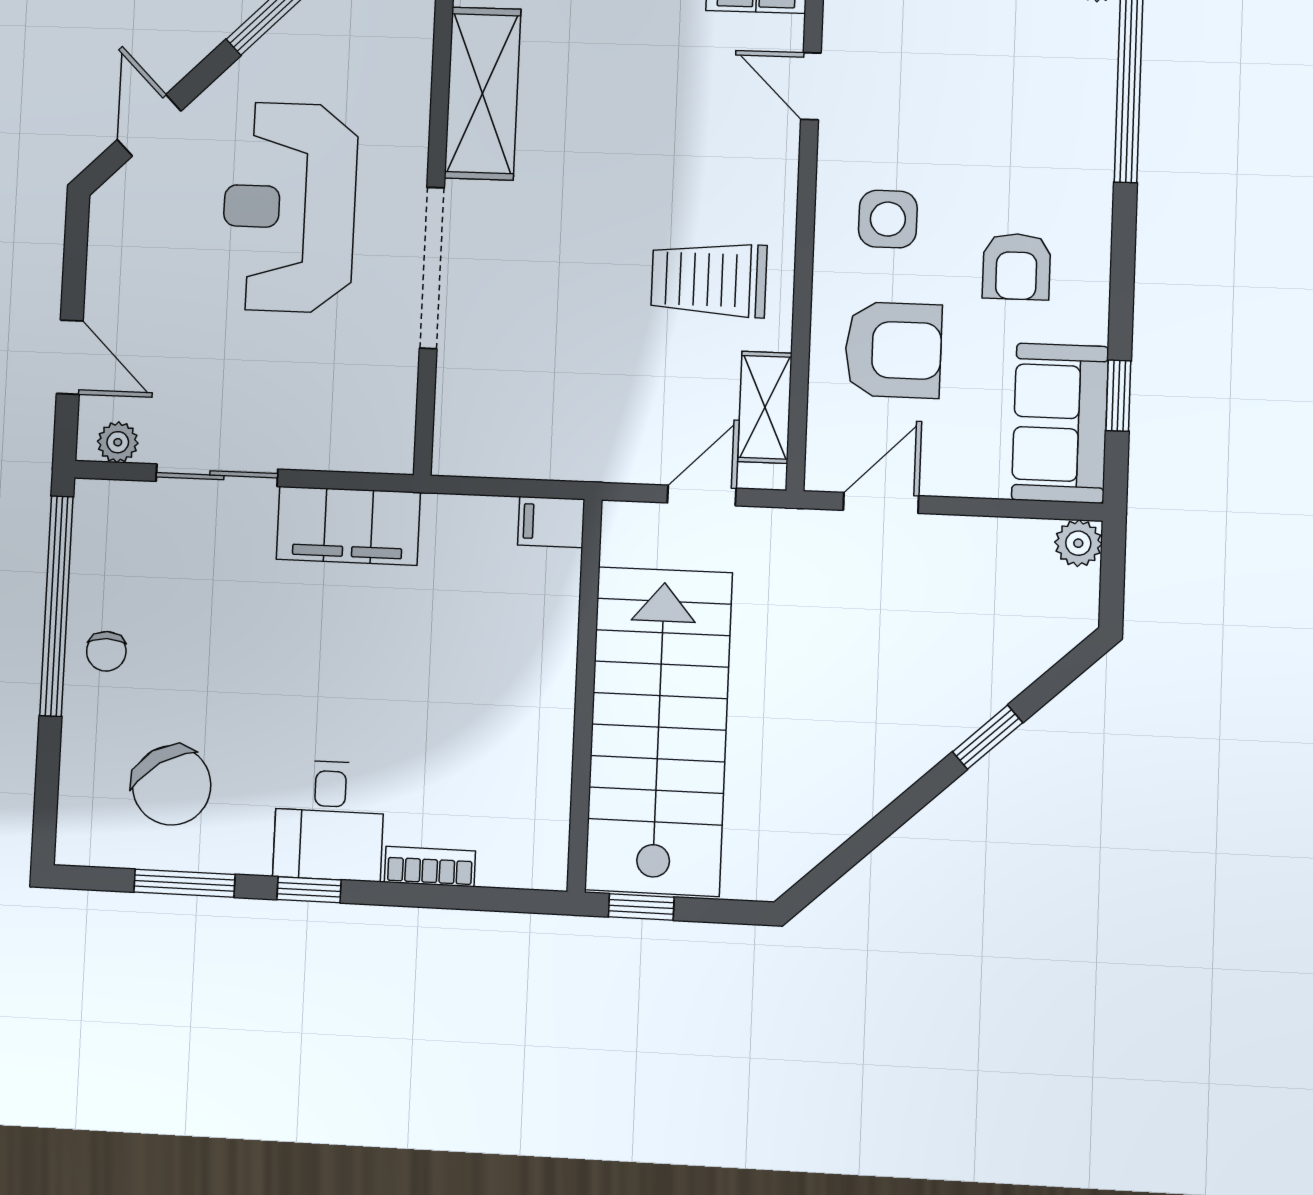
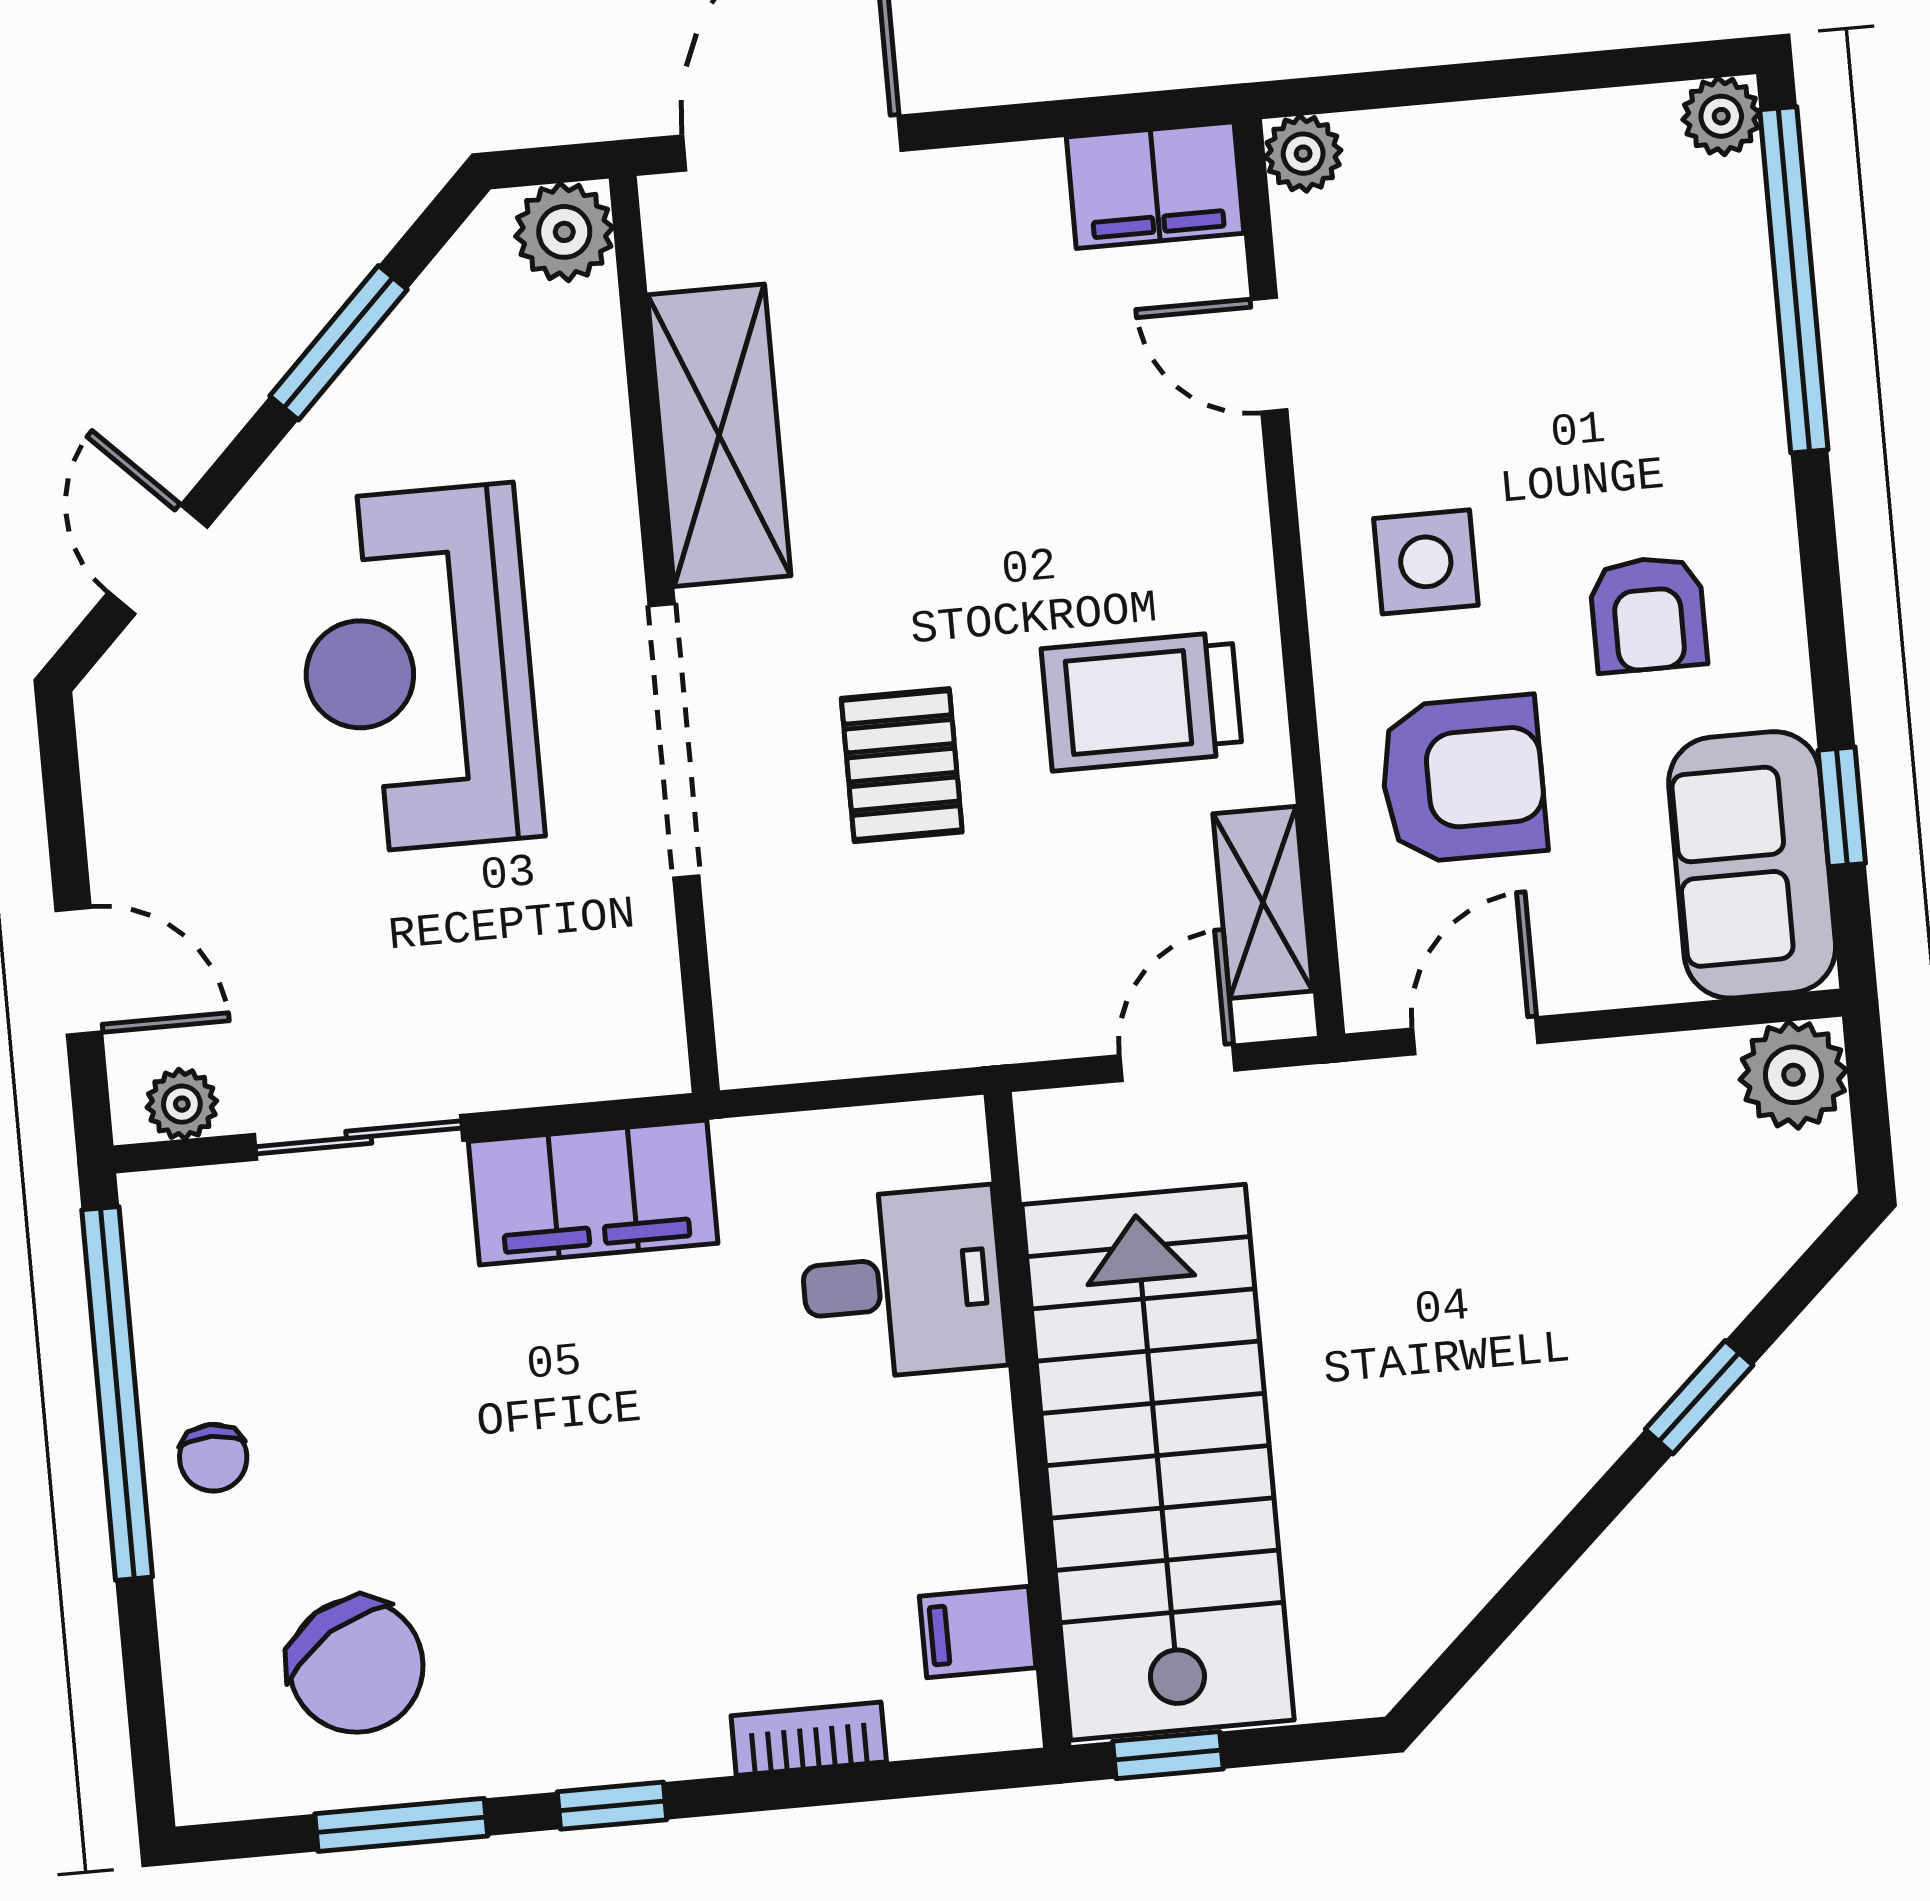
pallet: (563, 299) -> (902, 765), added
filing cabinet: (551, 522) -> (978, 1632), moved
plant: (1078, 543) -> (1793, 1075), width x1.38, depth x1.38
desk: (329, 821) -> (902, 1283), moved, turned -90

